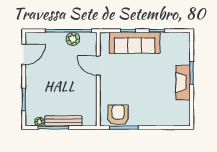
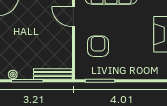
armchair: (118, 115) -> (98, 46), moved
bench: (63, 121) -> (53, 74), moved

